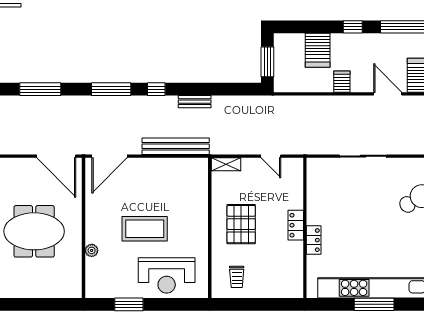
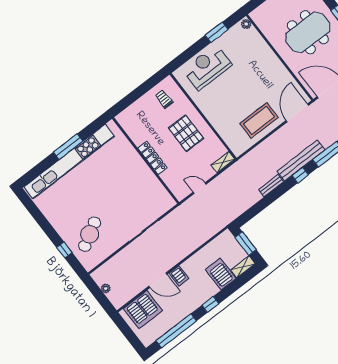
shelving: (289, 40) -> (243, 267), added
server rack: (342, 82) -> (179, 276), moved
bench: (176, 146) -> (301, 161), moved
locker: (296, 225) -> (152, 158), width x1.53
coffee table: (145, 229) -> (259, 120), moved
locker: (314, 240) -> (135, 157), removed
plant: (92, 250) -> (246, 24), moved

